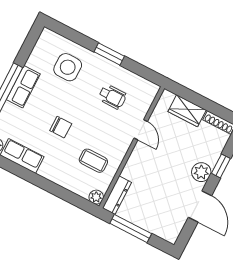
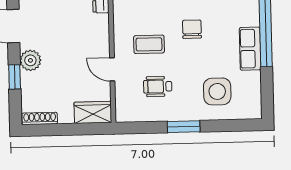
wardrobe: (187, 111) -> (93, 112), moved
chair: (61, 127) -> (192, 29), turned 90
coffee table: (93, 161) -> (149, 44), moved

